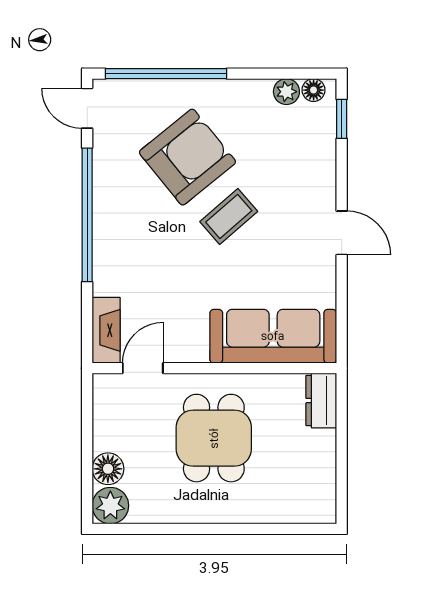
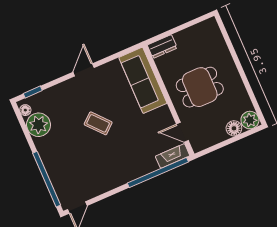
plant: (286, 92) -> (39, 125), width x1.88, depth x1.88
armchair: (187, 157) -> (80, 153), removed
window: (87, 215) -> (158, 172), moved

